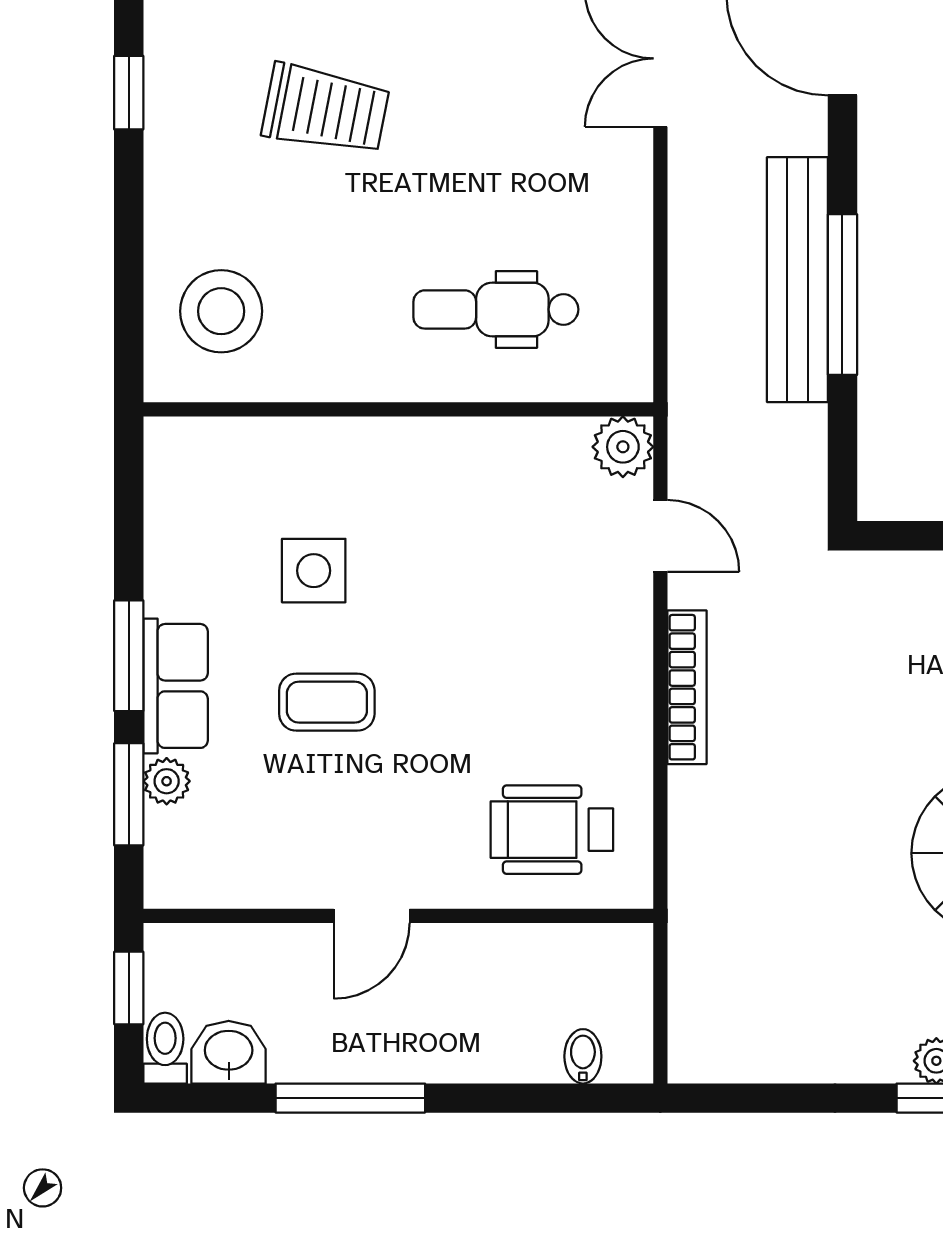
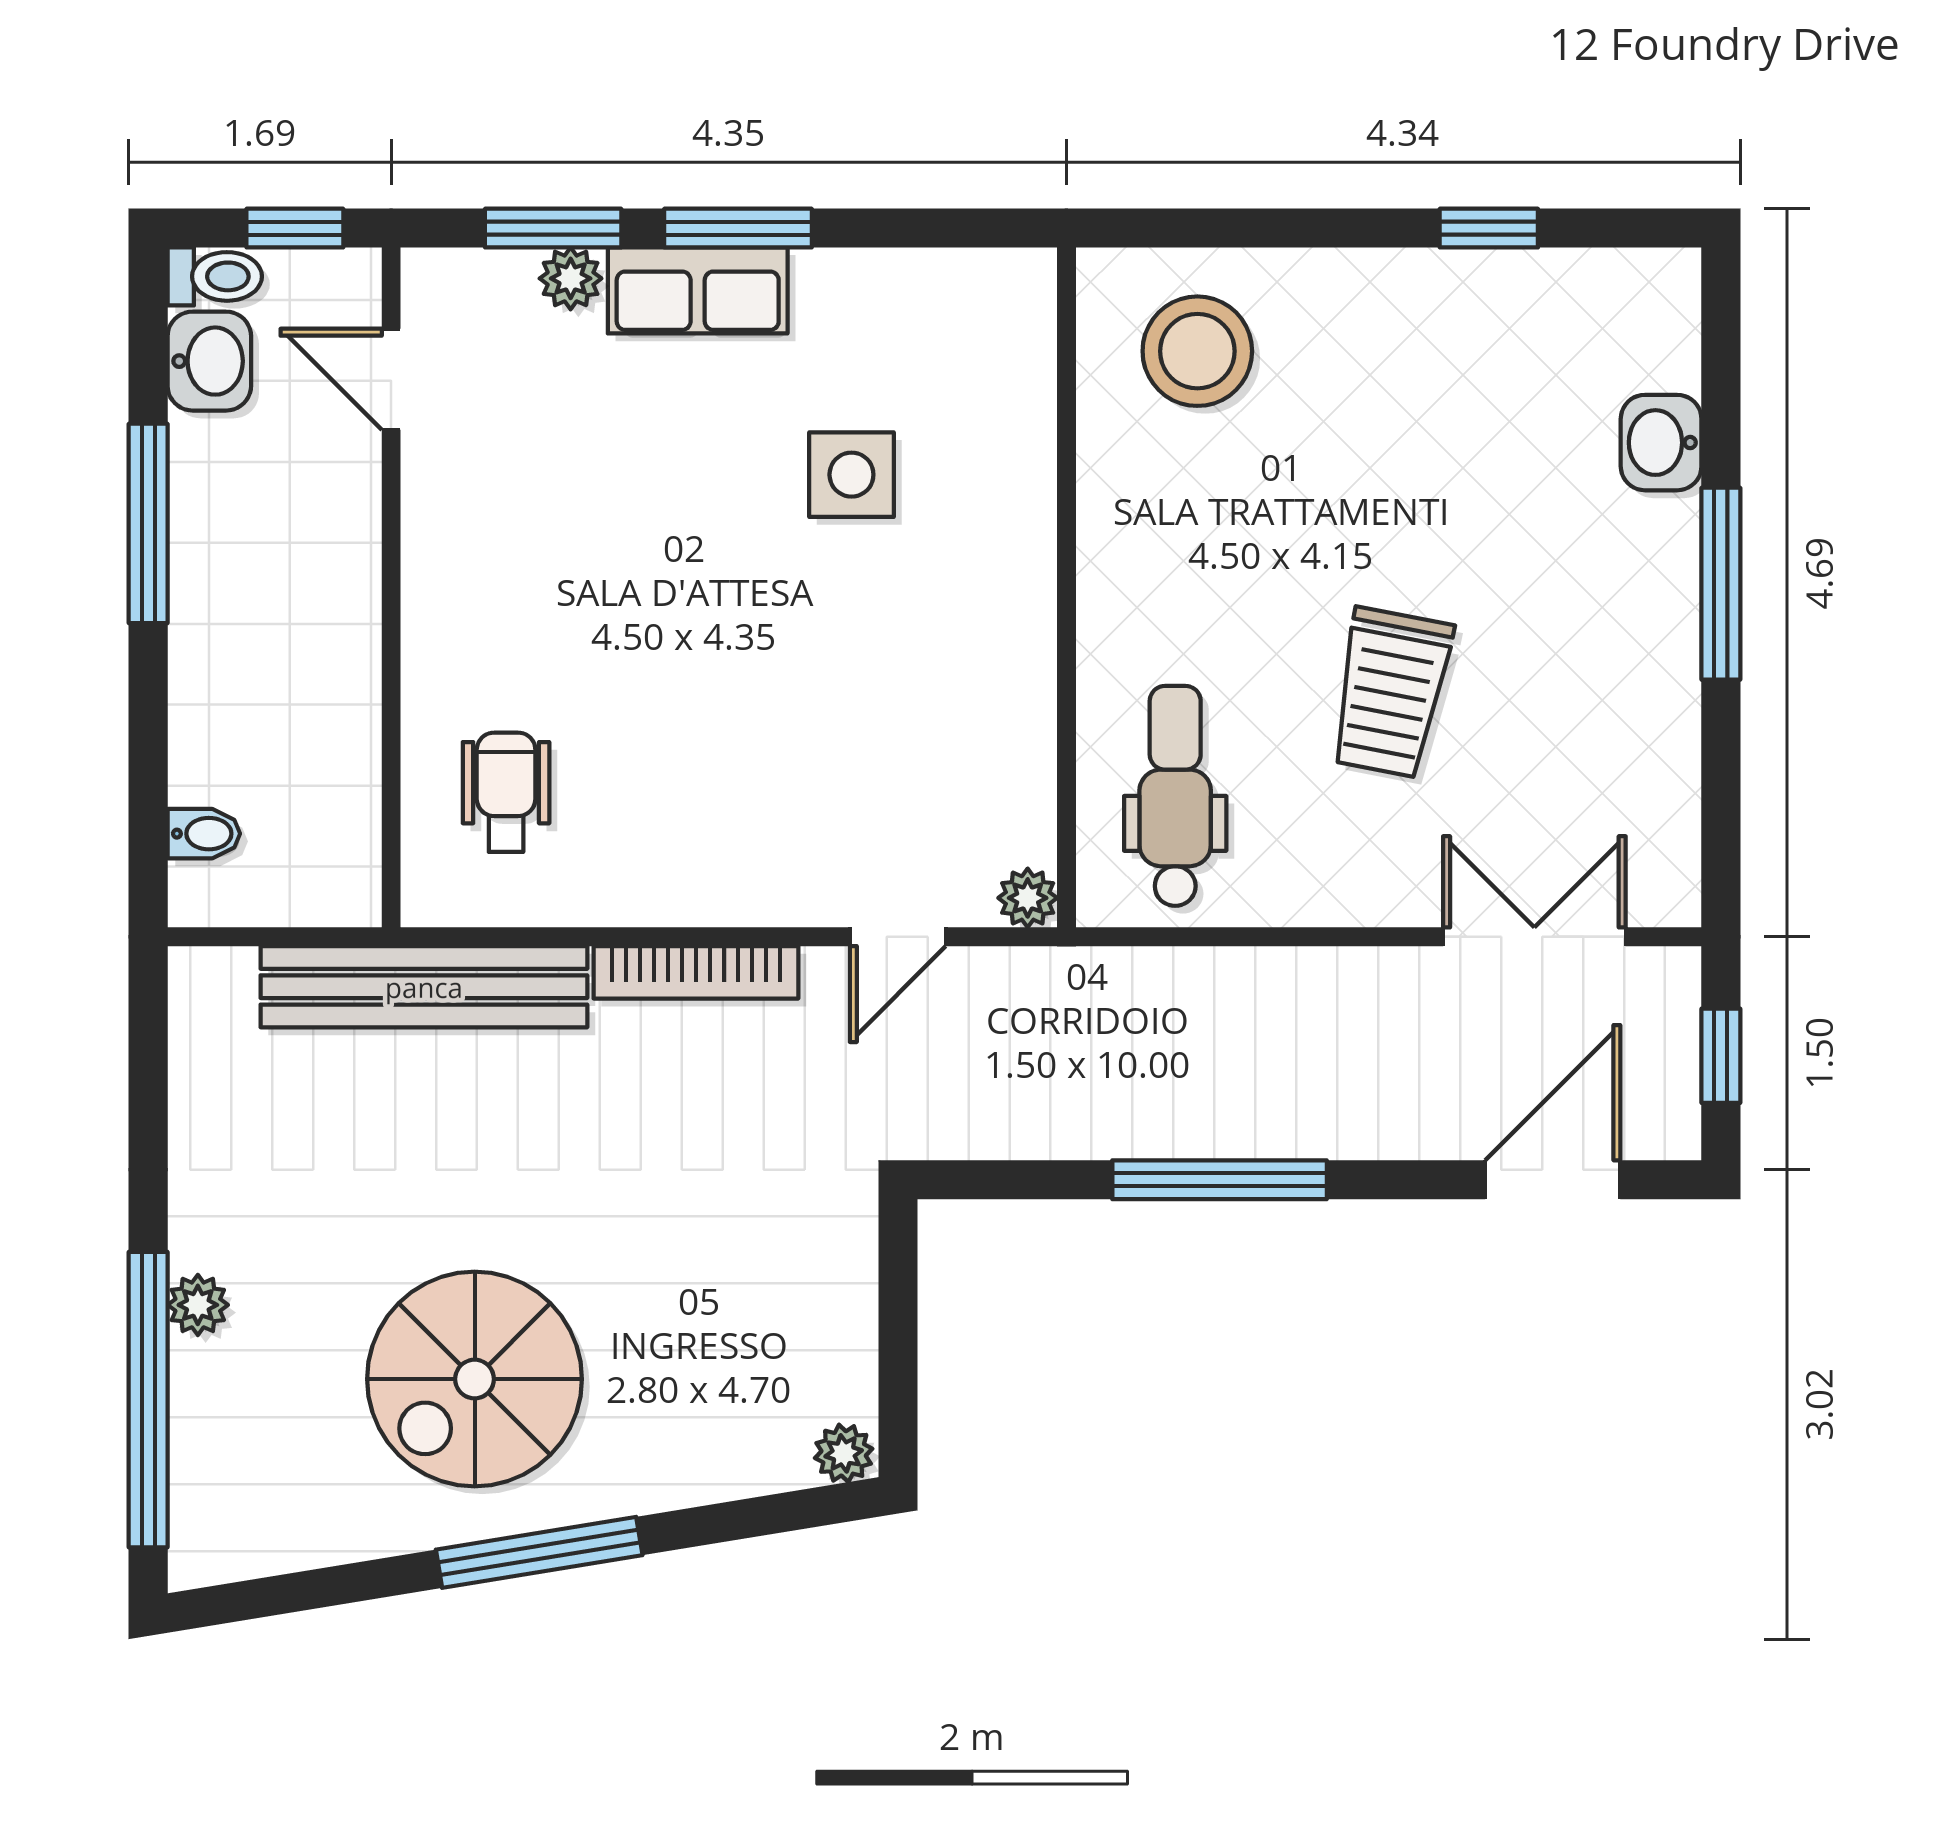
trolley: (326, 109) -> (1390, 693), moved
bench: (797, 280) -> (424, 987), moved
dental chair: (496, 309) -> (1175, 796), moved
plant: (623, 447) -> (1028, 898), width x0.73, depth x0.73
coffee table: (327, 702) -> (676, 492), removed
wheelchair: (552, 830) -> (506, 792), width x0.73, depth x0.73
door: (372, 916) -> (391, 379), moved

